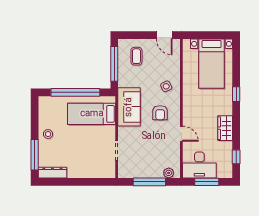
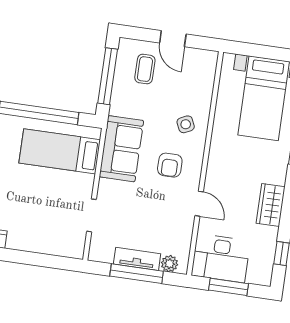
door: (164, 35) -> (173, 39), moved
tv unit: (148, 173) -> (137, 259), added

